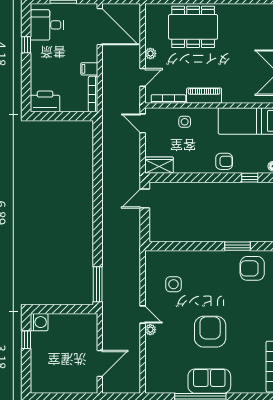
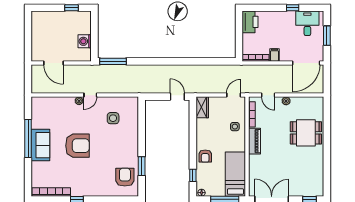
dining table: (193, 27) -> (306, 133), width x0.73
washing machine: (39, 322) -> (85, 41), moved, turned 90

